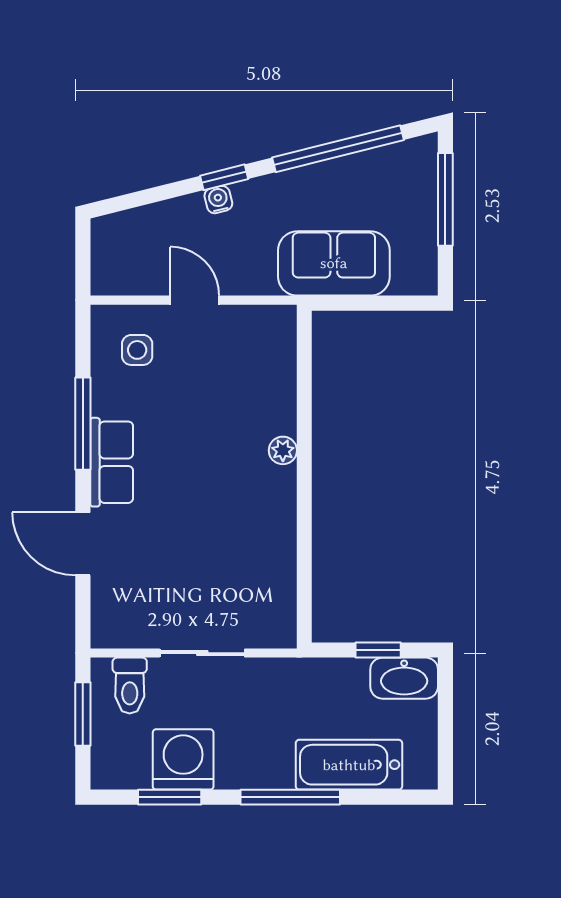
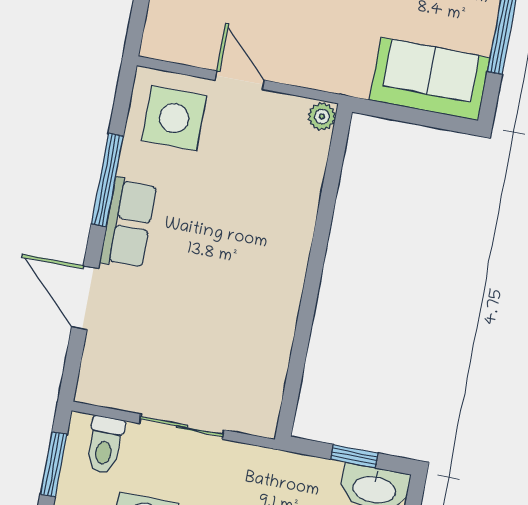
sofa: (334, 263) -> (430, 79), moved
side table: (137, 350) -> (174, 118), width x1.87, depth x1.87
plant: (283, 450) -> (322, 117), moved

